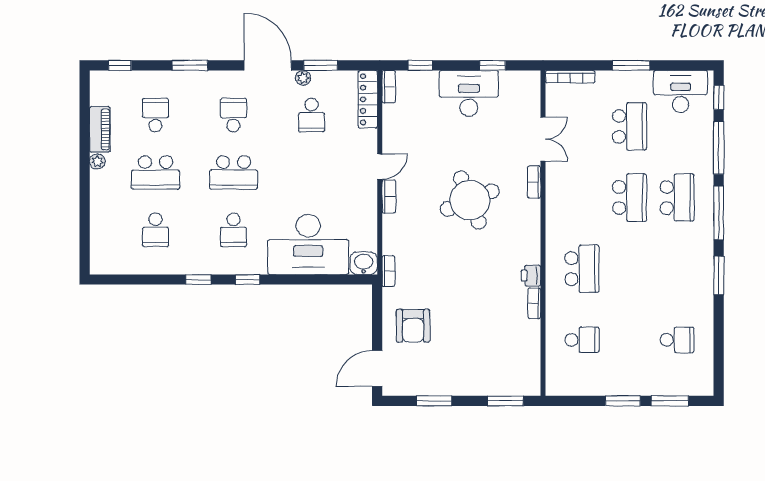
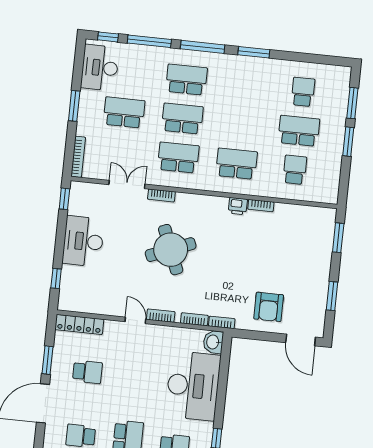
window: (493, 65) -> (64, 199), moved
plant: (303, 78) -> (56, 376), removed
bookcase: (389, 87) -> (194, 319), moved
school desk: (582, 198) -> (178, 158), added
armchair: (413, 326) -> (269, 307), turned 90
school desk: (630, 340) -> (299, 131), added

